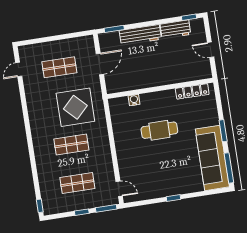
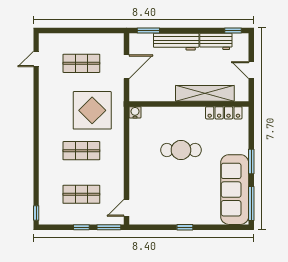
shelving: (173, 77) -> (205, 93), added
water cooler: (134, 100) -> (135, 112), moved
door: (119, 189) -> (127, 208), swing flipped

